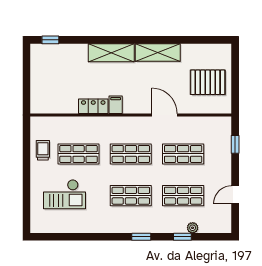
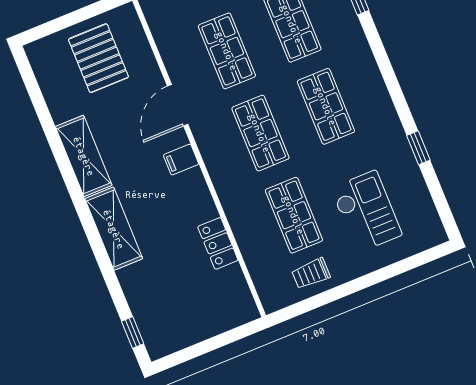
filing cabinet: (116, 105) -> (181, 160), moved
locker: (93, 106) -> (218, 243), moved
window: (141, 237) -> (418, 148), moved

